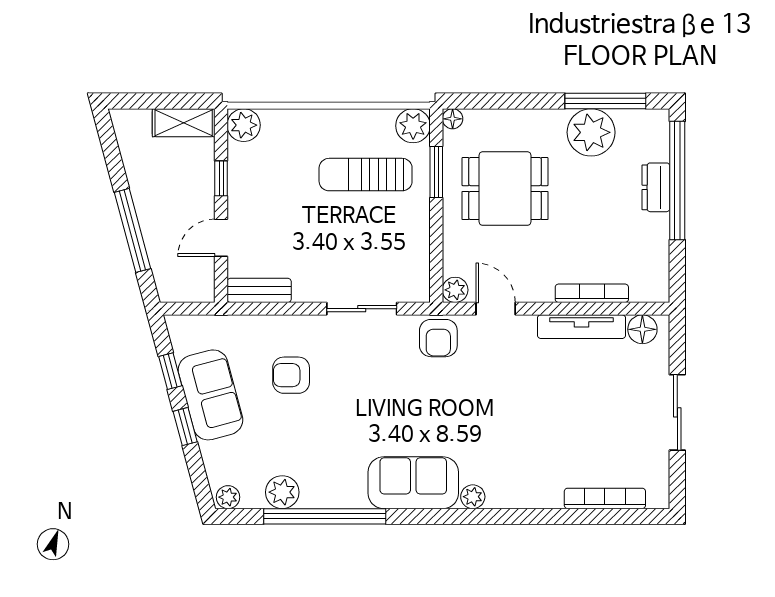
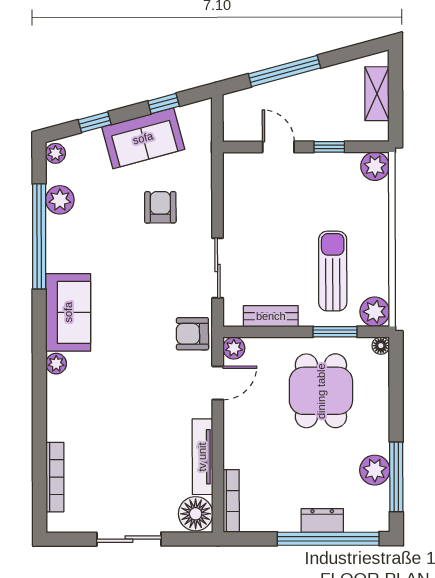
shelving: (184, 123) -> (377, 94), moved
plant: (591, 132) -> (375, 470), width x0.73, depth x0.73
bench: (259, 290) -> (271, 316), moved, turned 90
bookcase: (592, 293) -> (231, 501), moved
floor lamp: (642, 329) -> (196, 514), width x1.38, depth x1.38
window: (185, 427) -> (95, 122), moved

